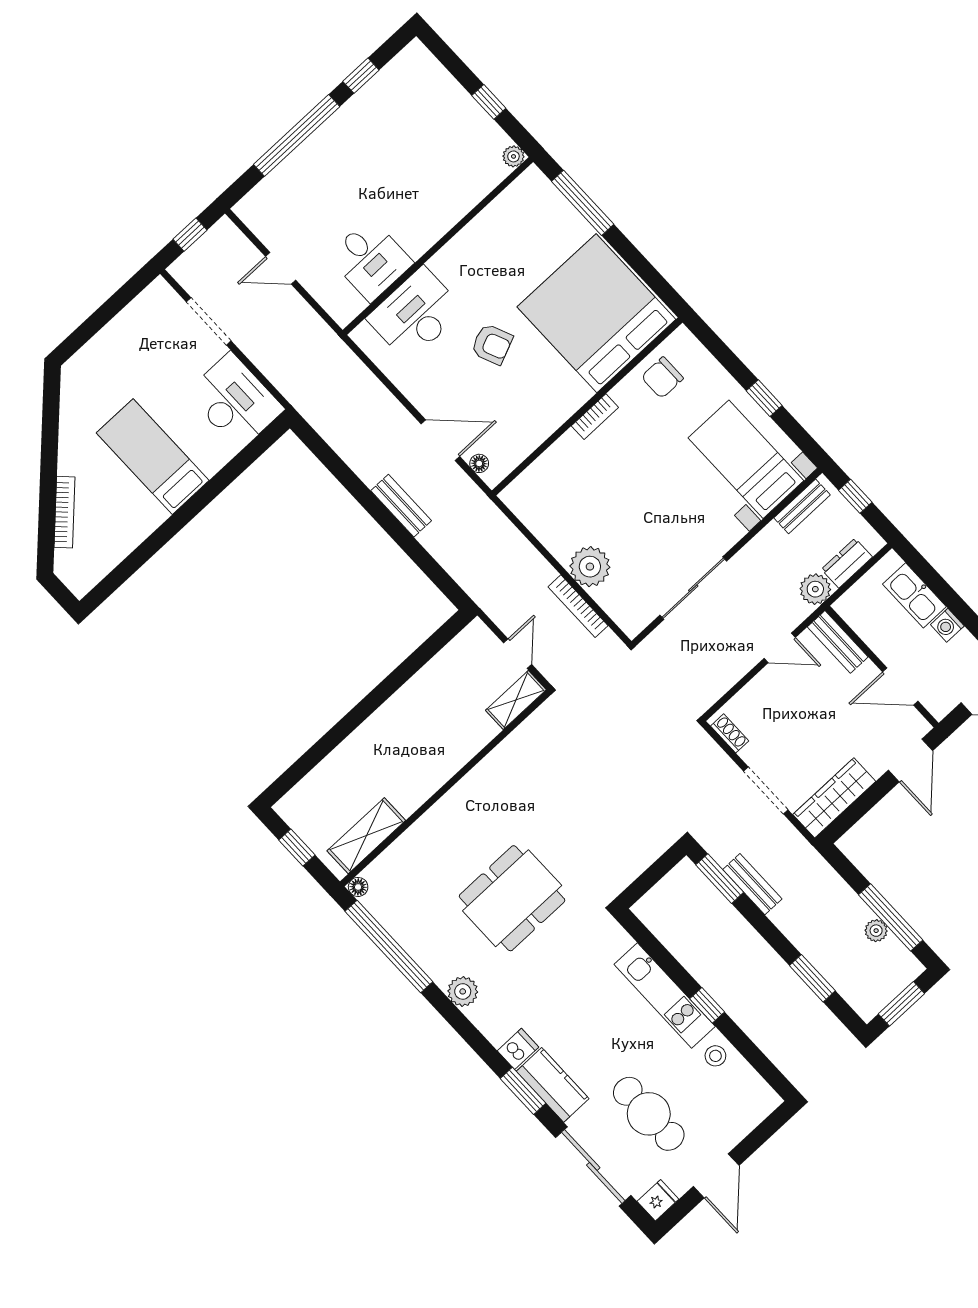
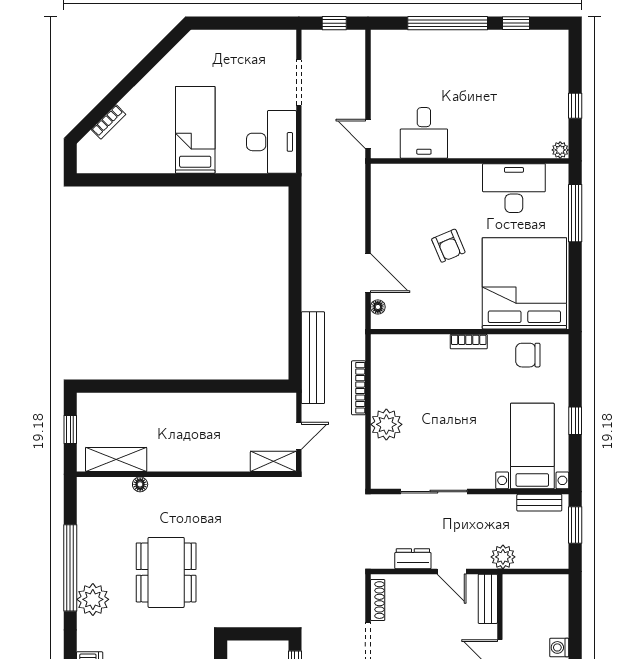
door: (281, 268) -> (368, 134), moved
desk: (416, 314) -> (514, 188), moved
window: (855, 496) -> (575, 525), width x1.50
bench: (401, 506) -> (313, 358), moved, width x1.86, depth x1.21
bookcase: (65, 512) -> (108, 122), width x0.64
dresser: (847, 563) -> (413, 559), moved
kitchen sink: (914, 595) -> (556, 613), removed
bookcase: (578, 606) -> (359, 388), moved
shoe rack: (730, 733) -> (378, 600), width x1.43
floor lamp: (358, 887) -> (140, 484), moved
dining table: (512, 898) -> (166, 572), turned 90
window: (389, 947) -> (70, 568), moved
plant: (463, 991) -> (93, 599), width x1.36, depth x1.36

